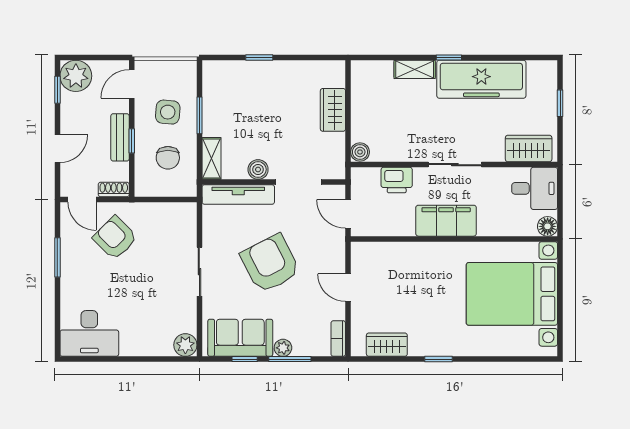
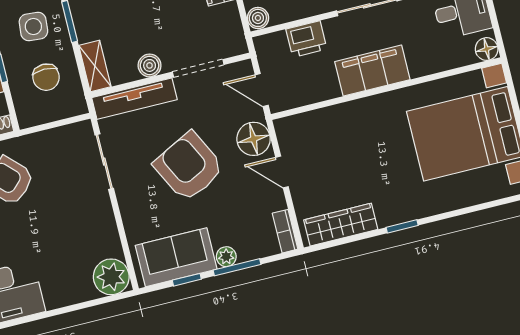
floor lamp: (331, 254) -> (254, 139), added
sliding door: (199, 272) -> (104, 162), moved
plant: (185, 345) -> (111, 277), width x1.36, depth x1.36
wardrobe: (387, 345) -> (341, 225), width x1.50

